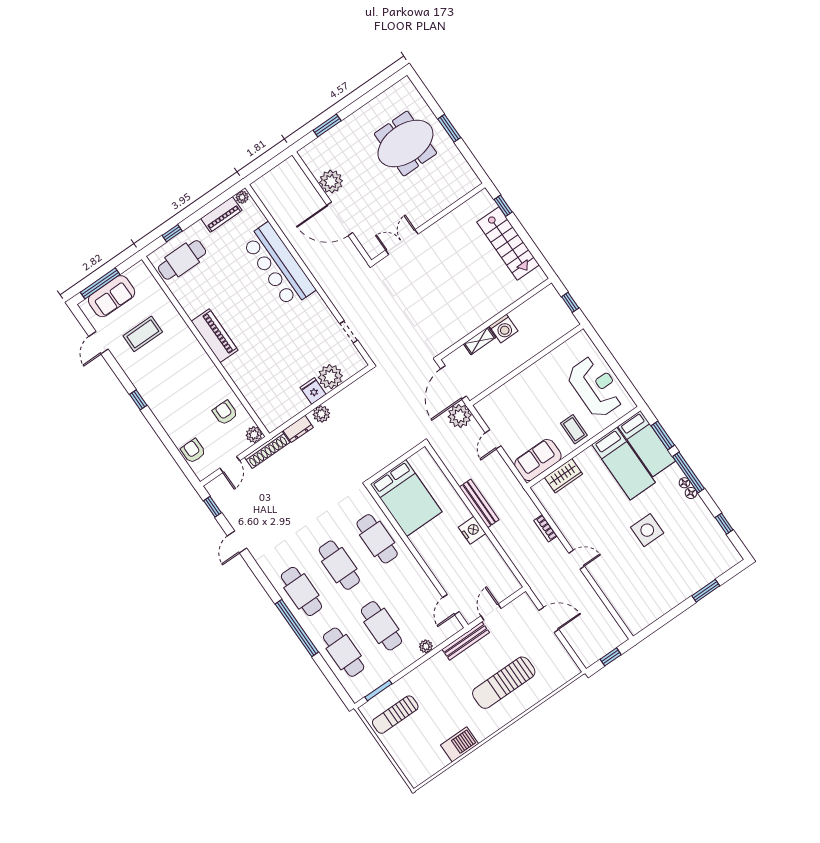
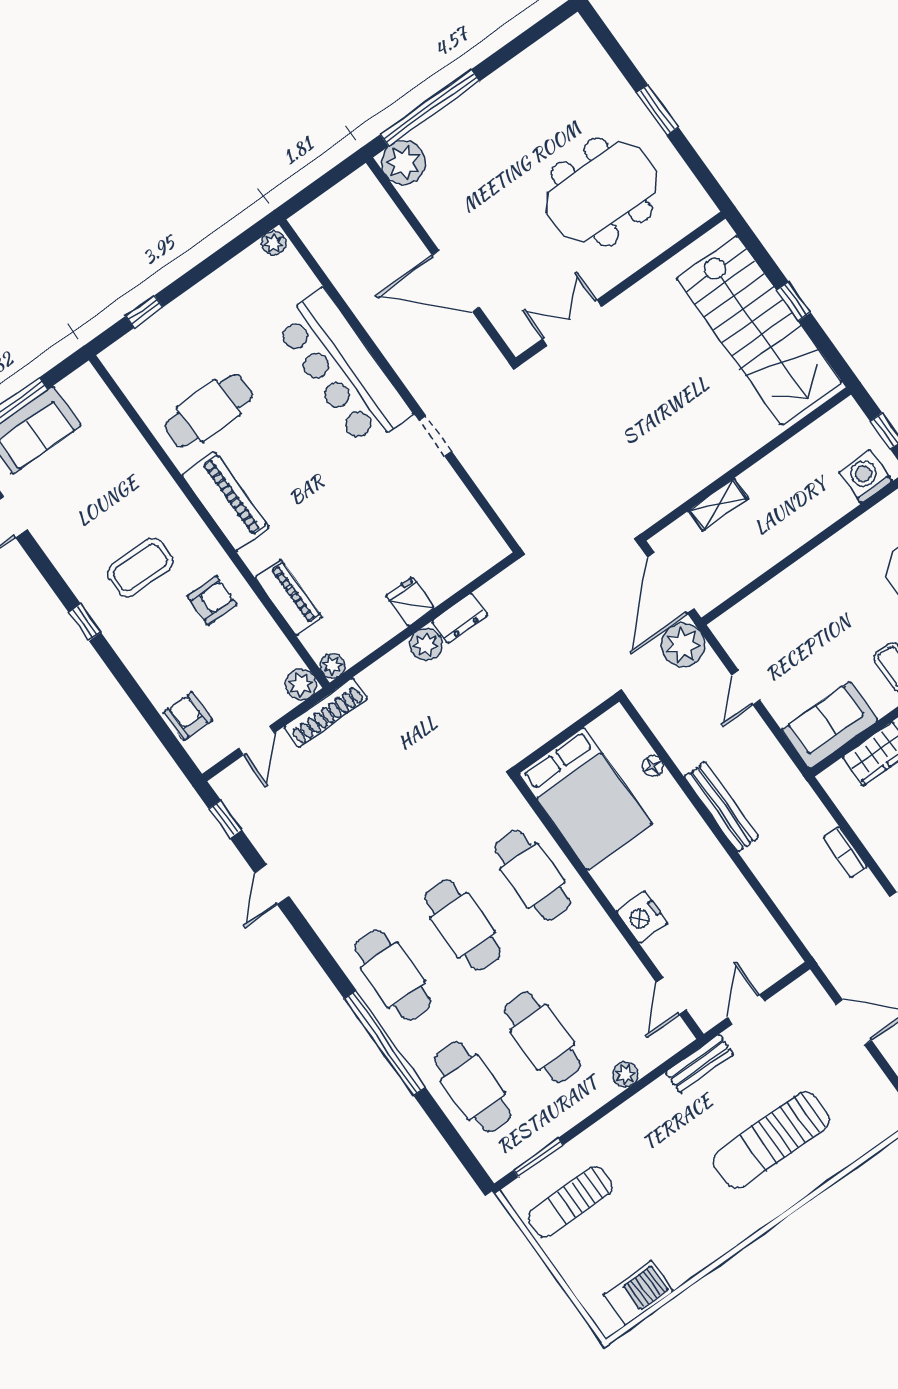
window: (327, 126) -> (430, 108), width x2.11
meeting table: (405, 143) -> (602, 192), moved
plant: (331, 182) -> (403, 163), moved
window: (503, 206) -> (794, 301), moved
piano: (221, 214) -> (288, 598), moved, turned -90
stairs: (508, 243) -> (759, 330), width x1.36, depth x1.51
cafe table: (182, 260) -> (208, 411), moved
washing machine: (504, 329) -> (865, 477), moved, turned 180
doorway: (349, 332) -> (435, 436), moved
coffee table: (143, 334) -> (140, 567), moved
plant: (330, 377) -> (333, 666), moved, width x0.53, depth x0.53
armchair: (225, 413) -> (212, 600), moved, turned 90
dresser: (298, 429) -> (460, 618), moved
floor lamp: (442, 481) -> (653, 766), added
nightstand: (472, 530) -> (642, 917), moved, turned 180
bench: (466, 641) -> (700, 1063), width x0.73
barbecue: (460, 744) -> (638, 1293), moved

